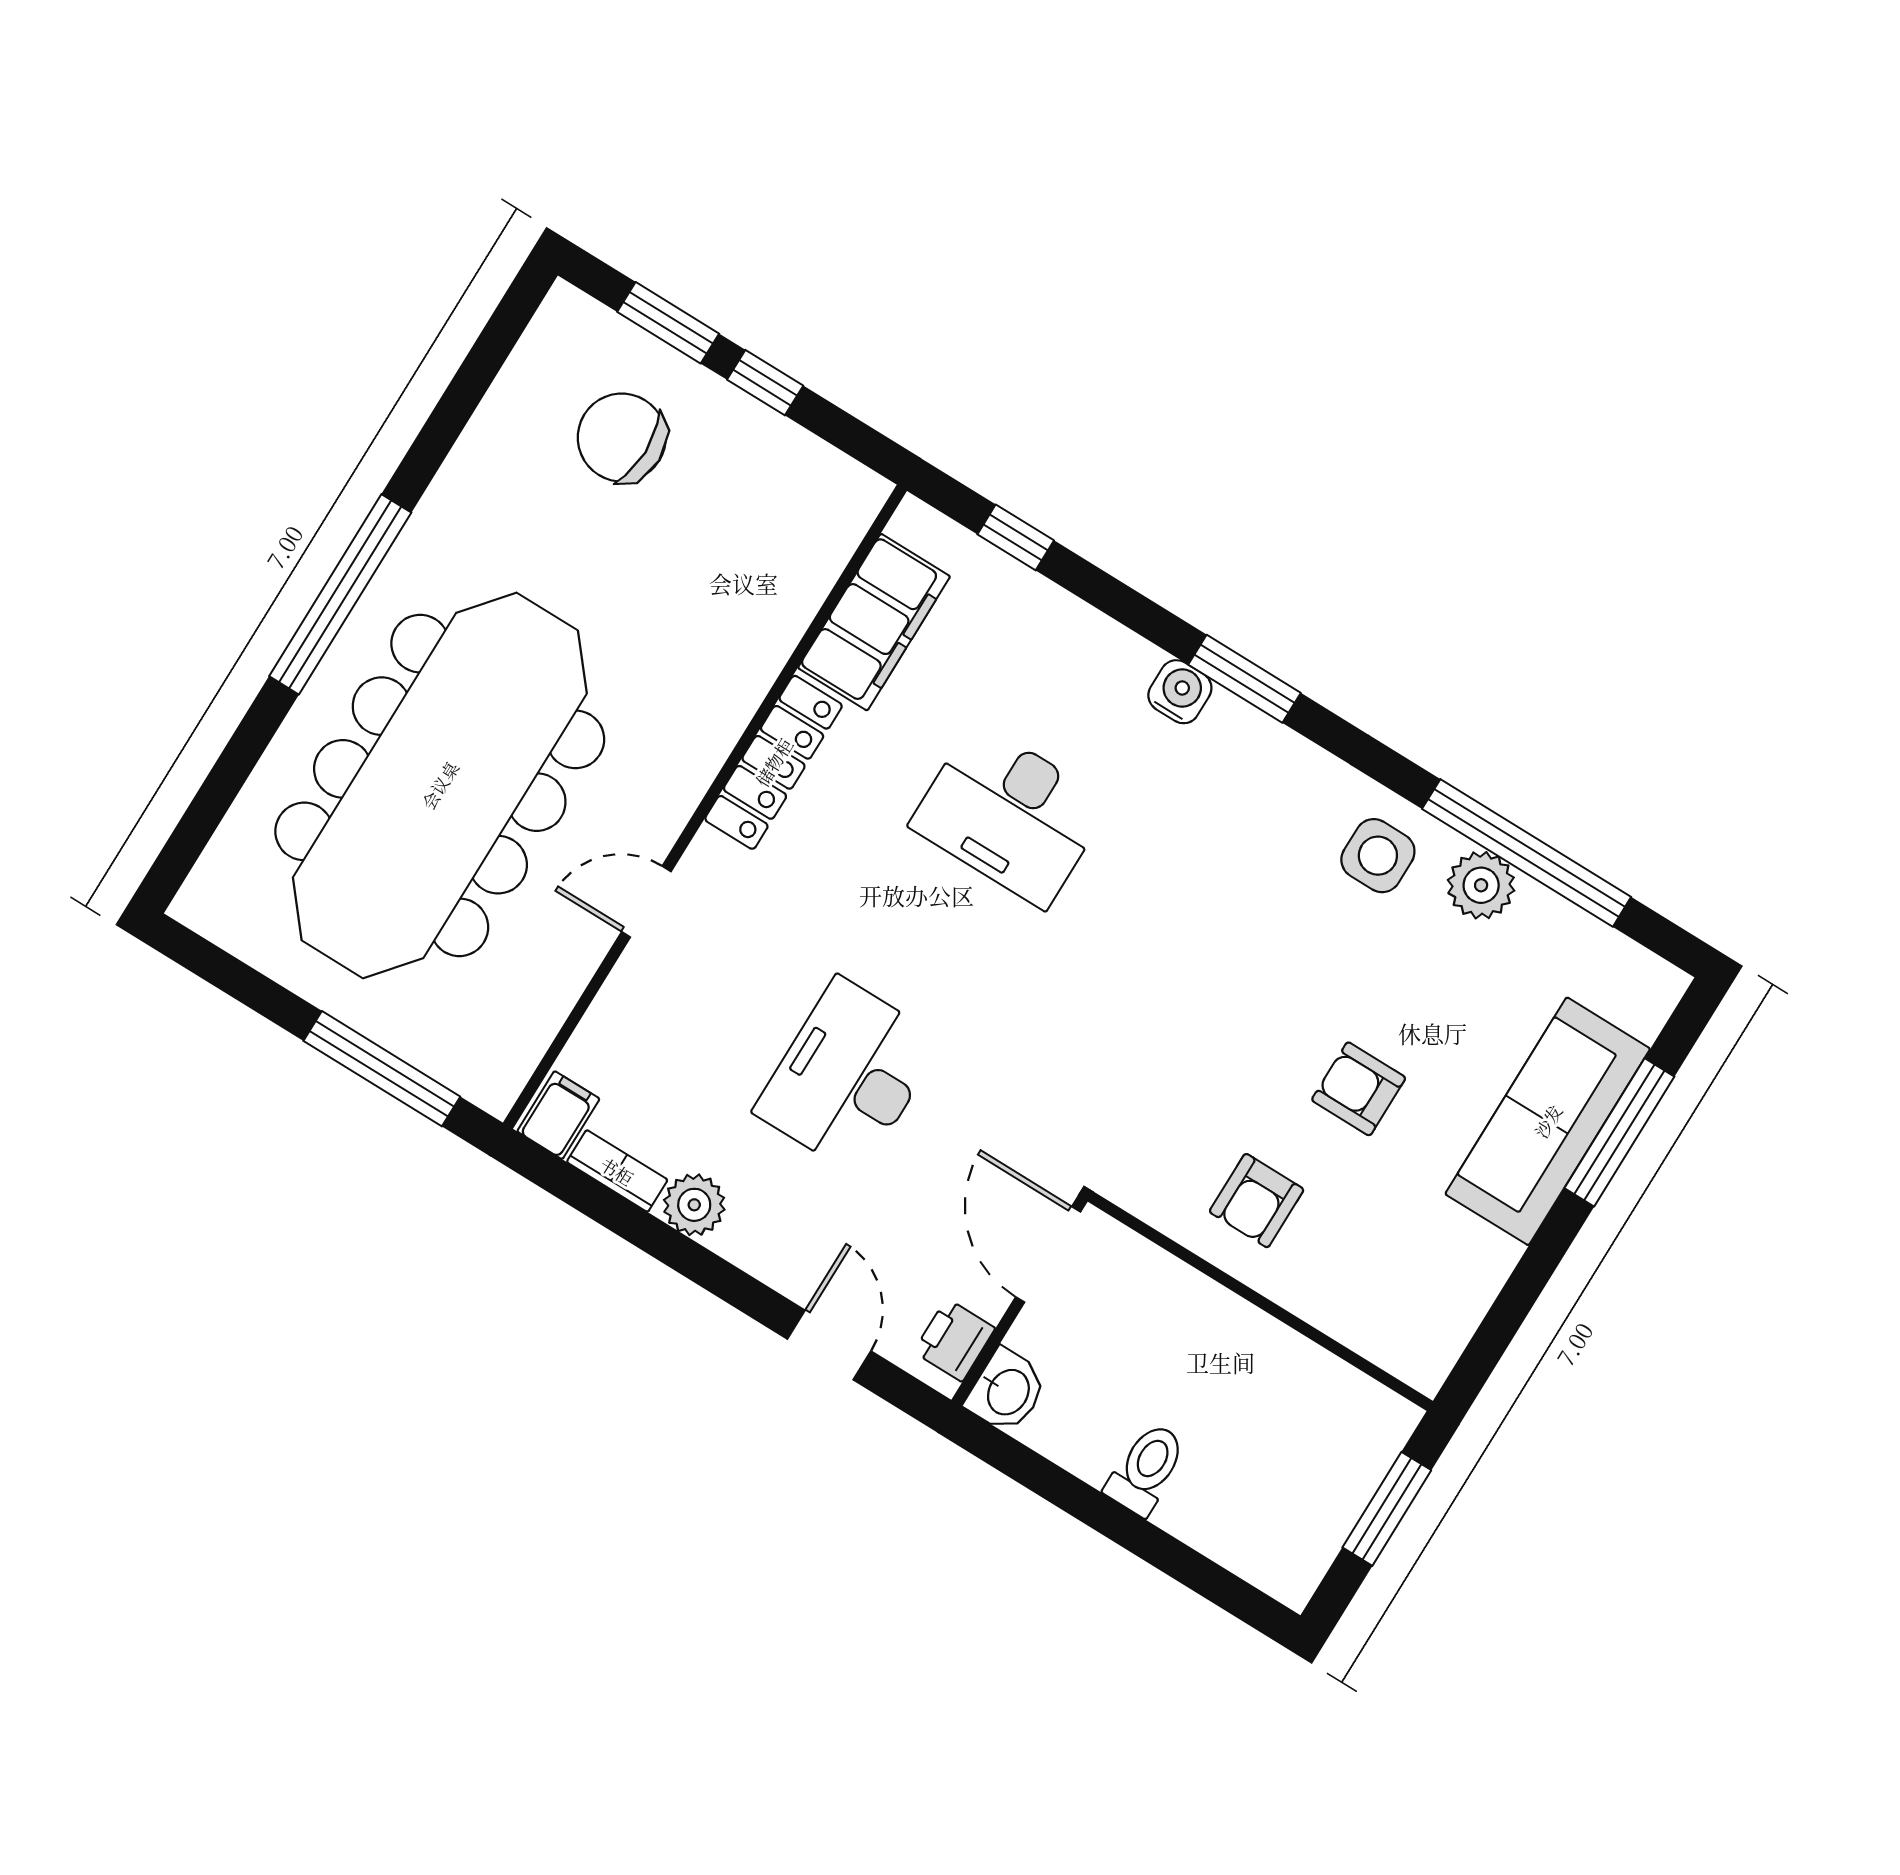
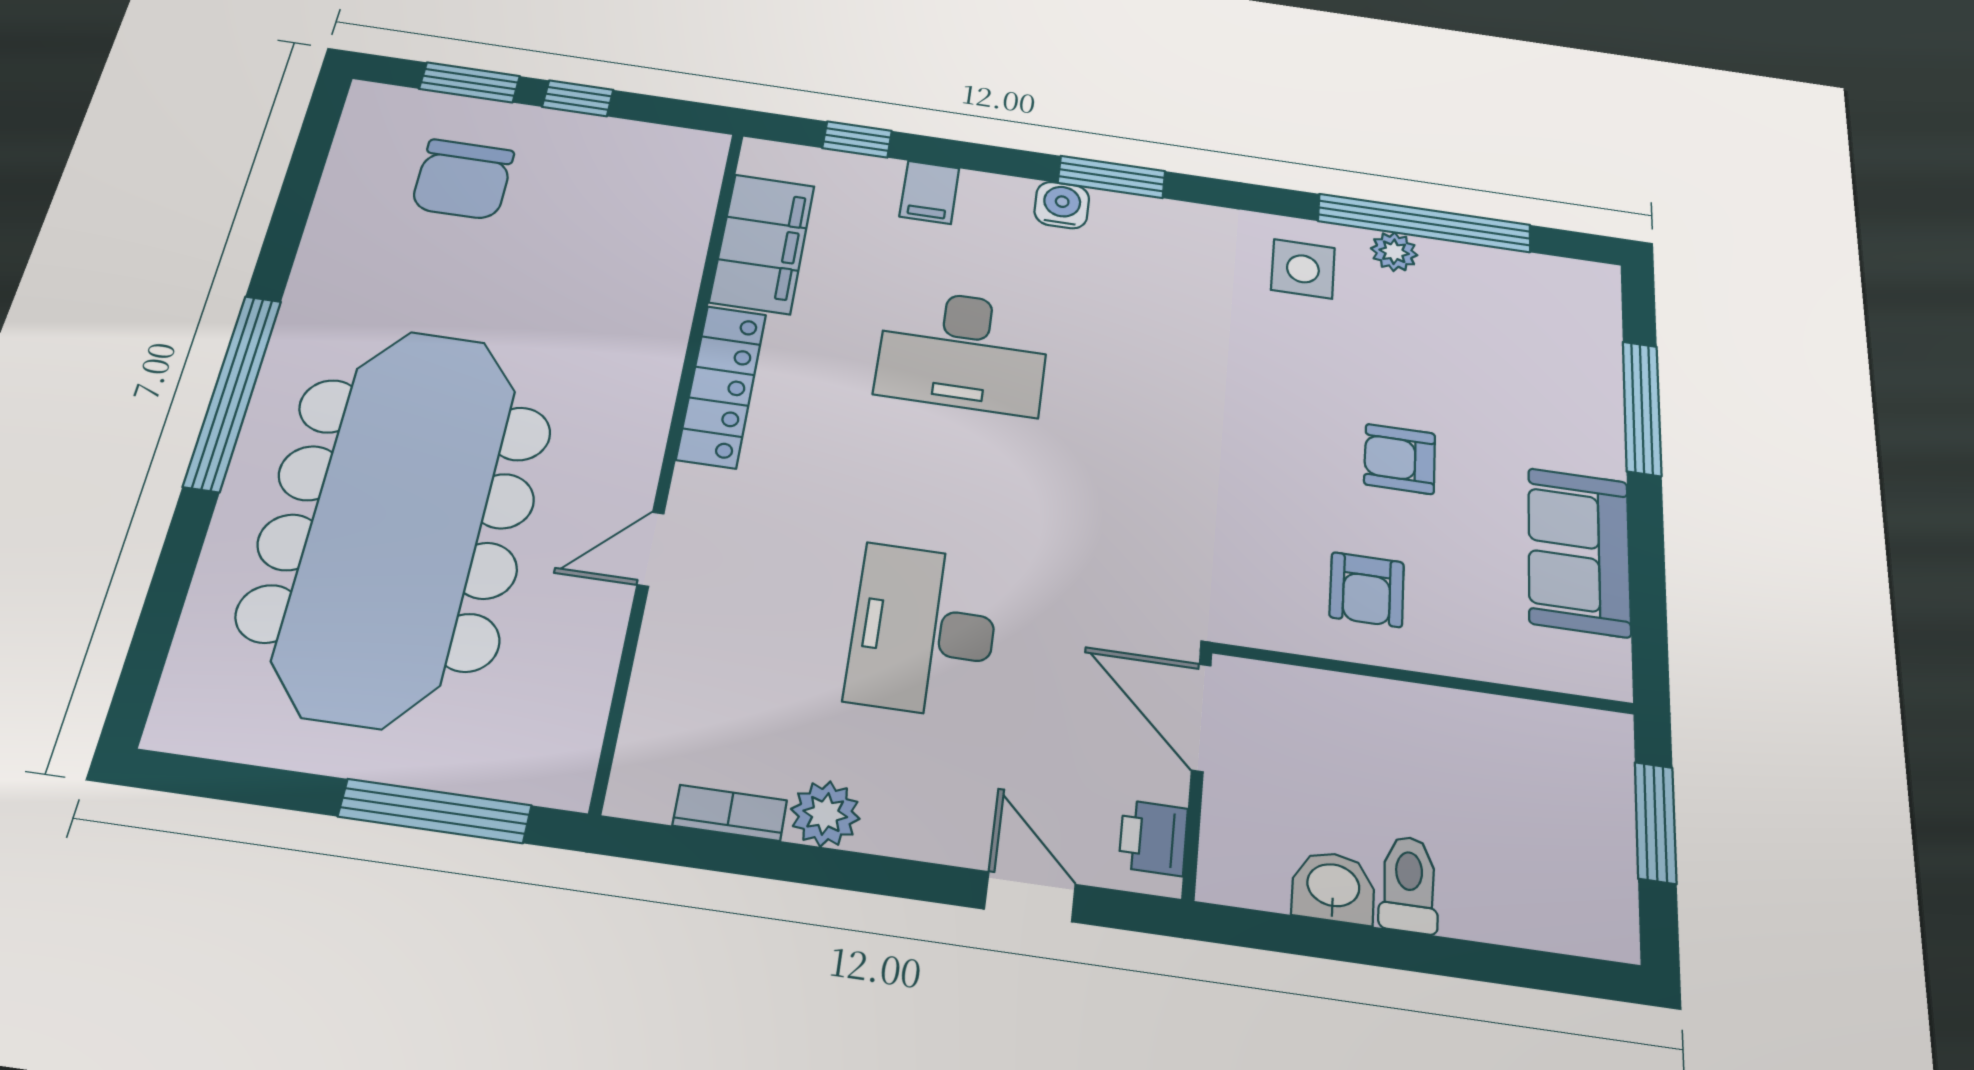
chair: (622, 438) -> (463, 179), turned -90
plant: (1481, 885) -> (1394, 252), width x0.73, depth x0.73
filing cabinet: (558, 1115) -> (929, 192), moved, turned 180
sofa: (1548, 1121) -> (1579, 552), moved, width x0.73
washbasin: (1007, 1391) -> (1333, 887), moved, turned -90

